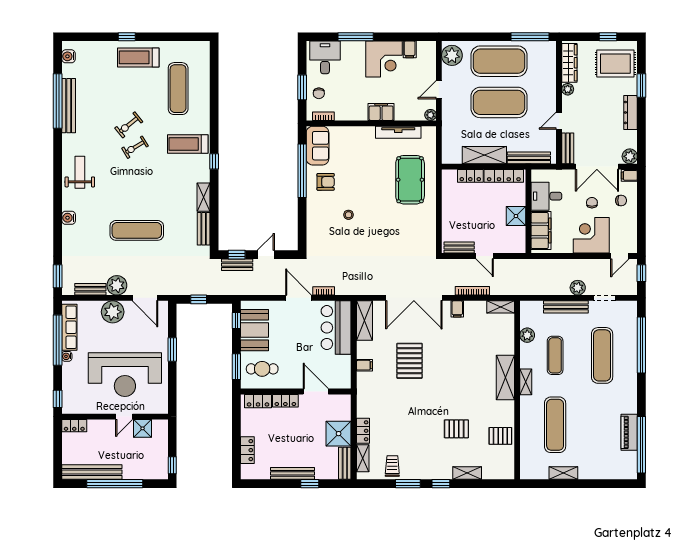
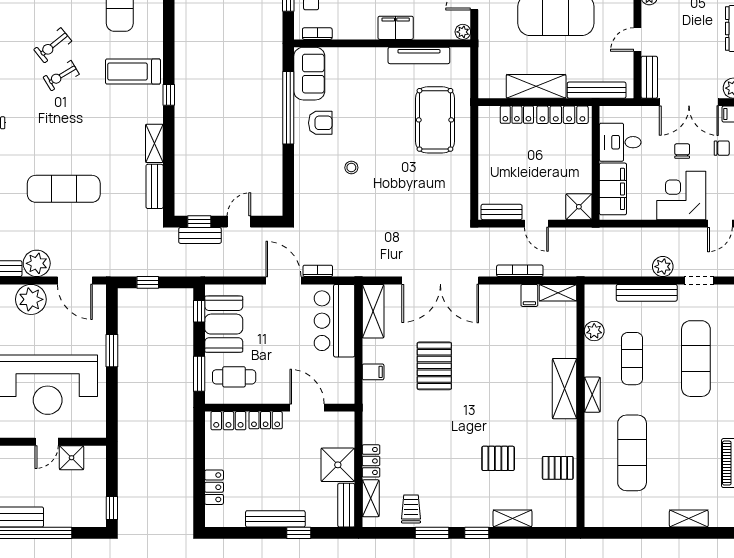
shower: (516, 216) -> (579, 207), moved
filing cabinet: (457, 309) -> (529, 295), moved
shelving: (563, 473) -> (689, 518), moved

